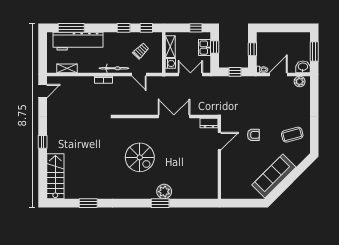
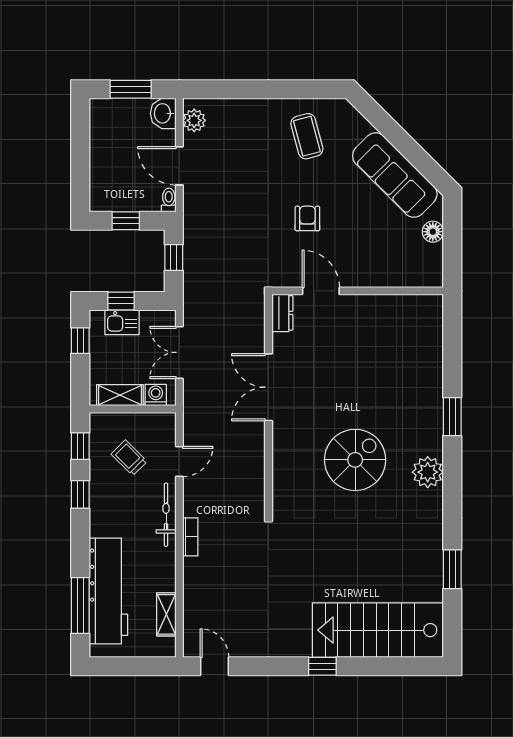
stairs: (55, 176) -> (378, 630), width x1.36, depth x1.51
plant: (164, 192) -> (428, 472), moved
floor lamp: (247, 194) -> (433, 232), added

